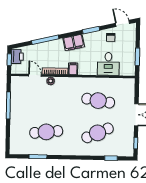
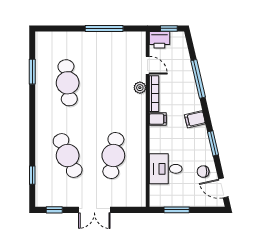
door: (123, 23) -> (223, 188), swing flipped
filing cabinet: (74, 42) -> (195, 119), width x0.50
printer: (17, 57) -> (159, 40), moved
door: (35, 75) -> (148, 65), hinge flipped

